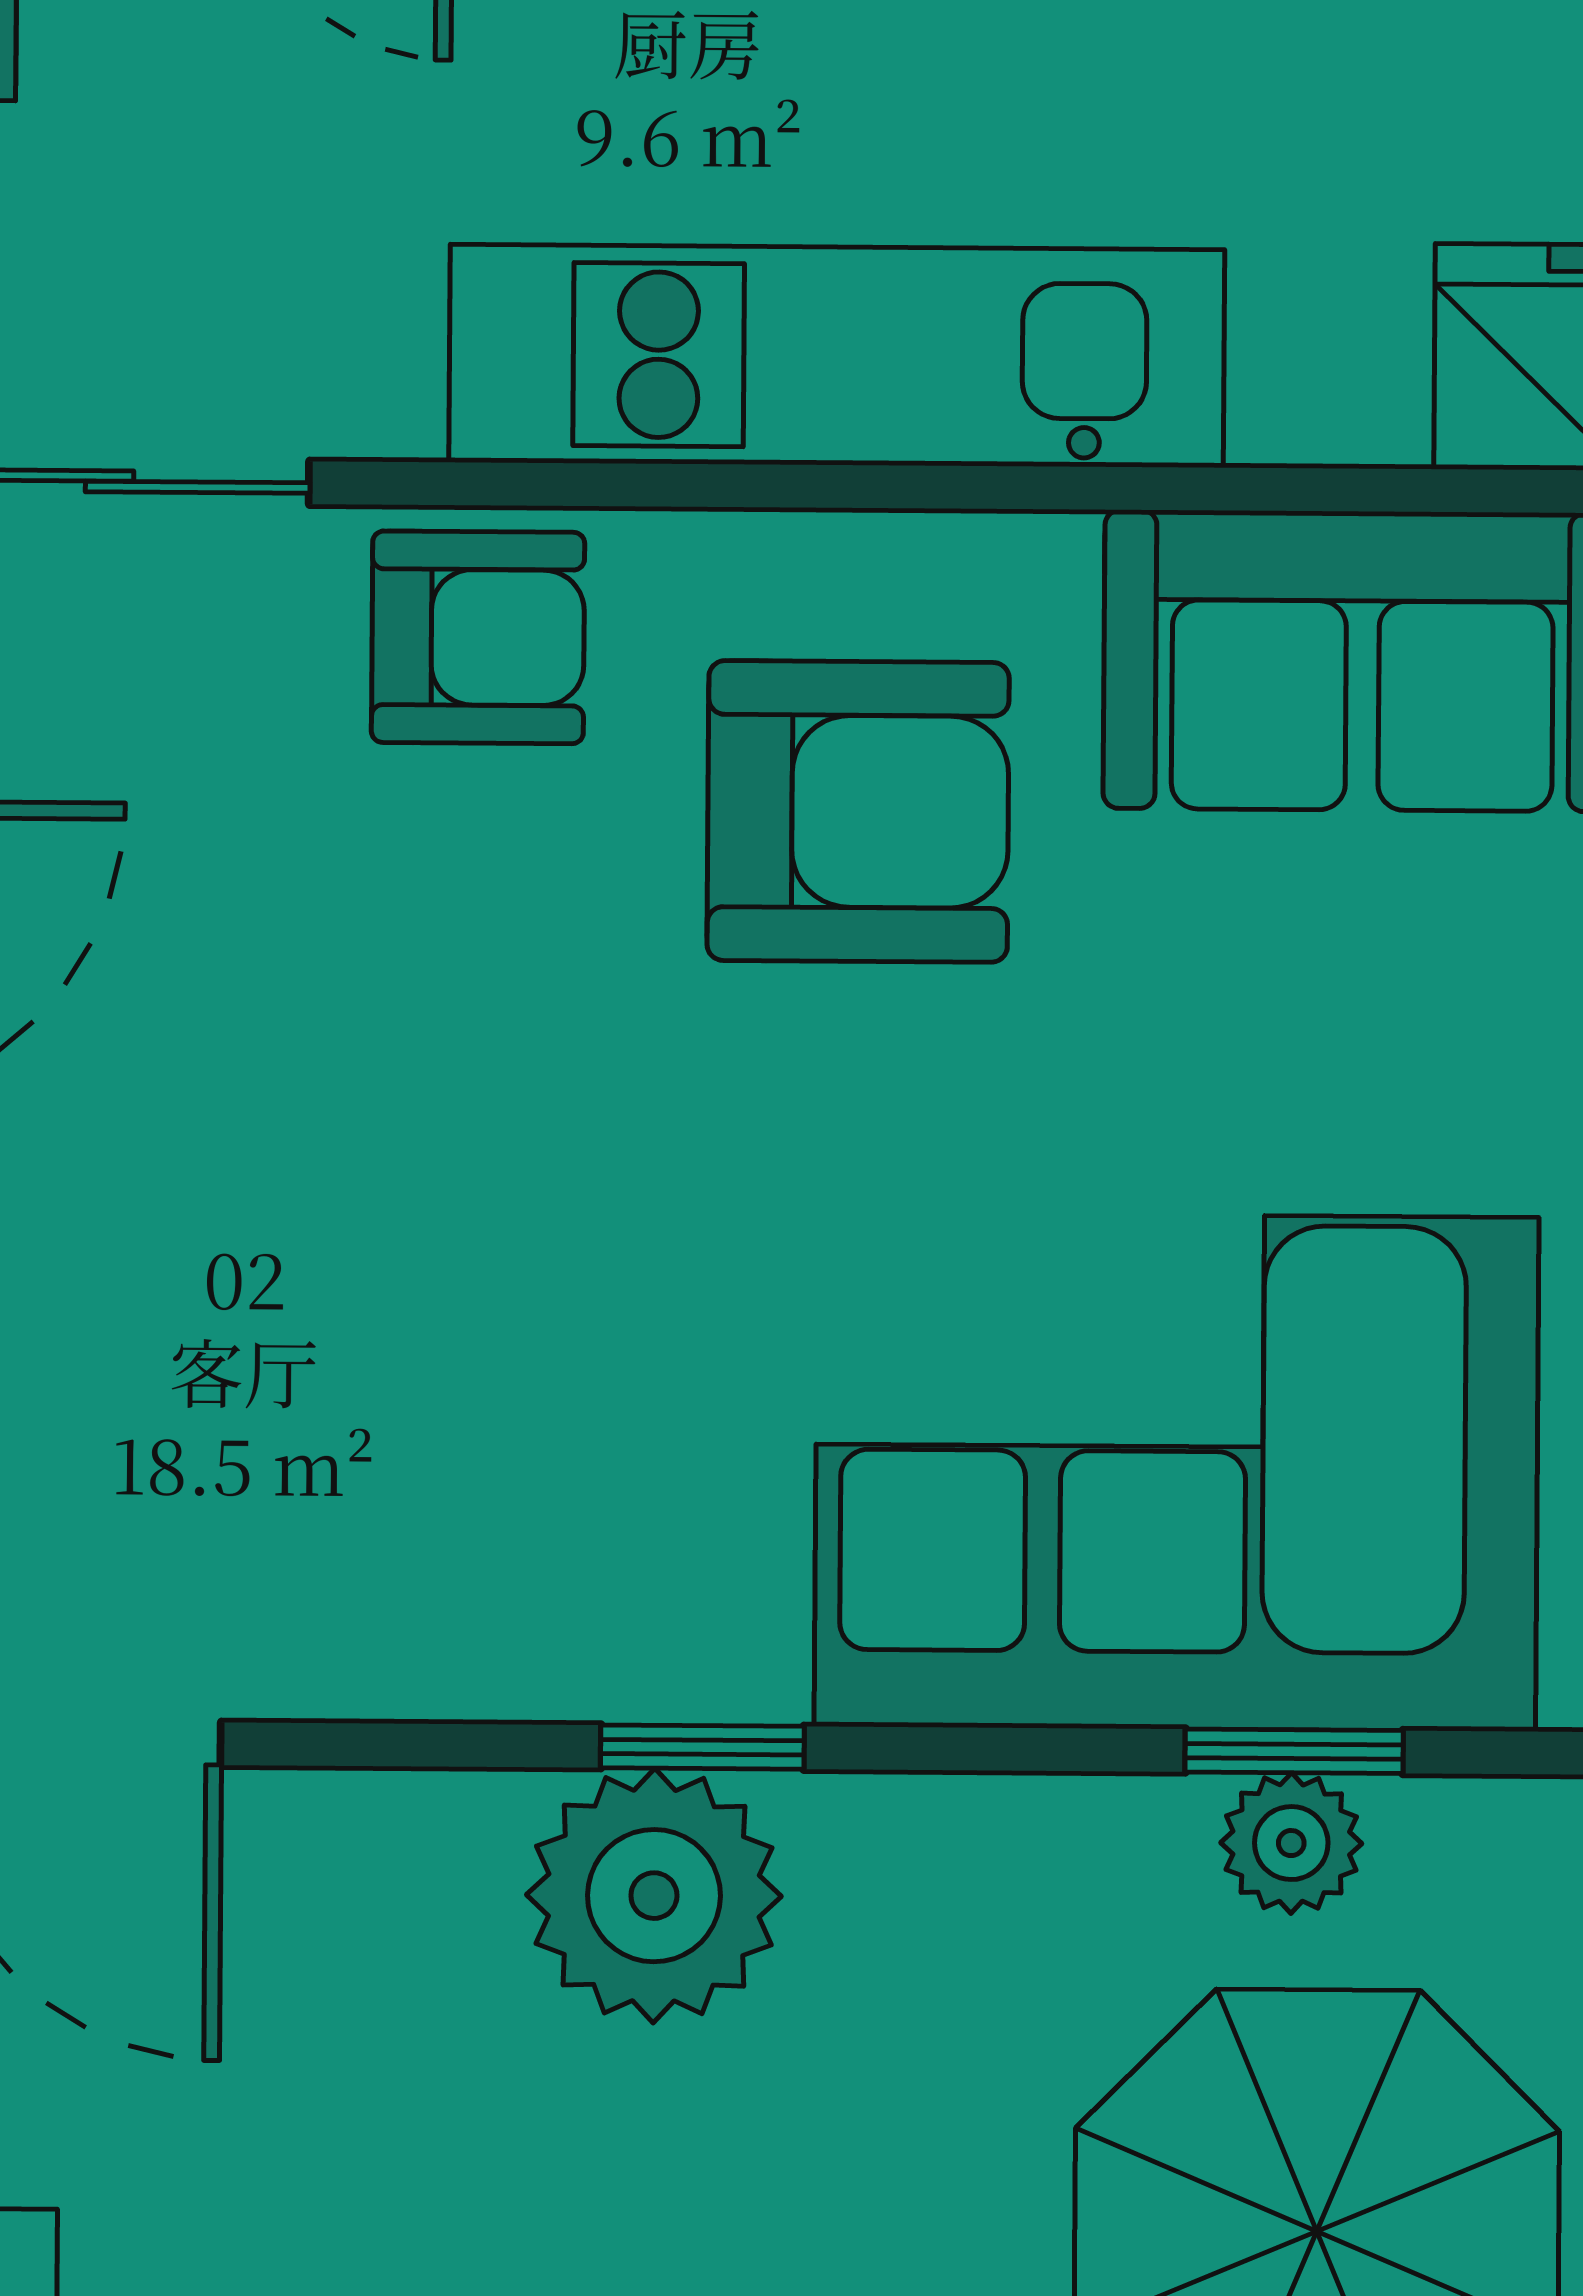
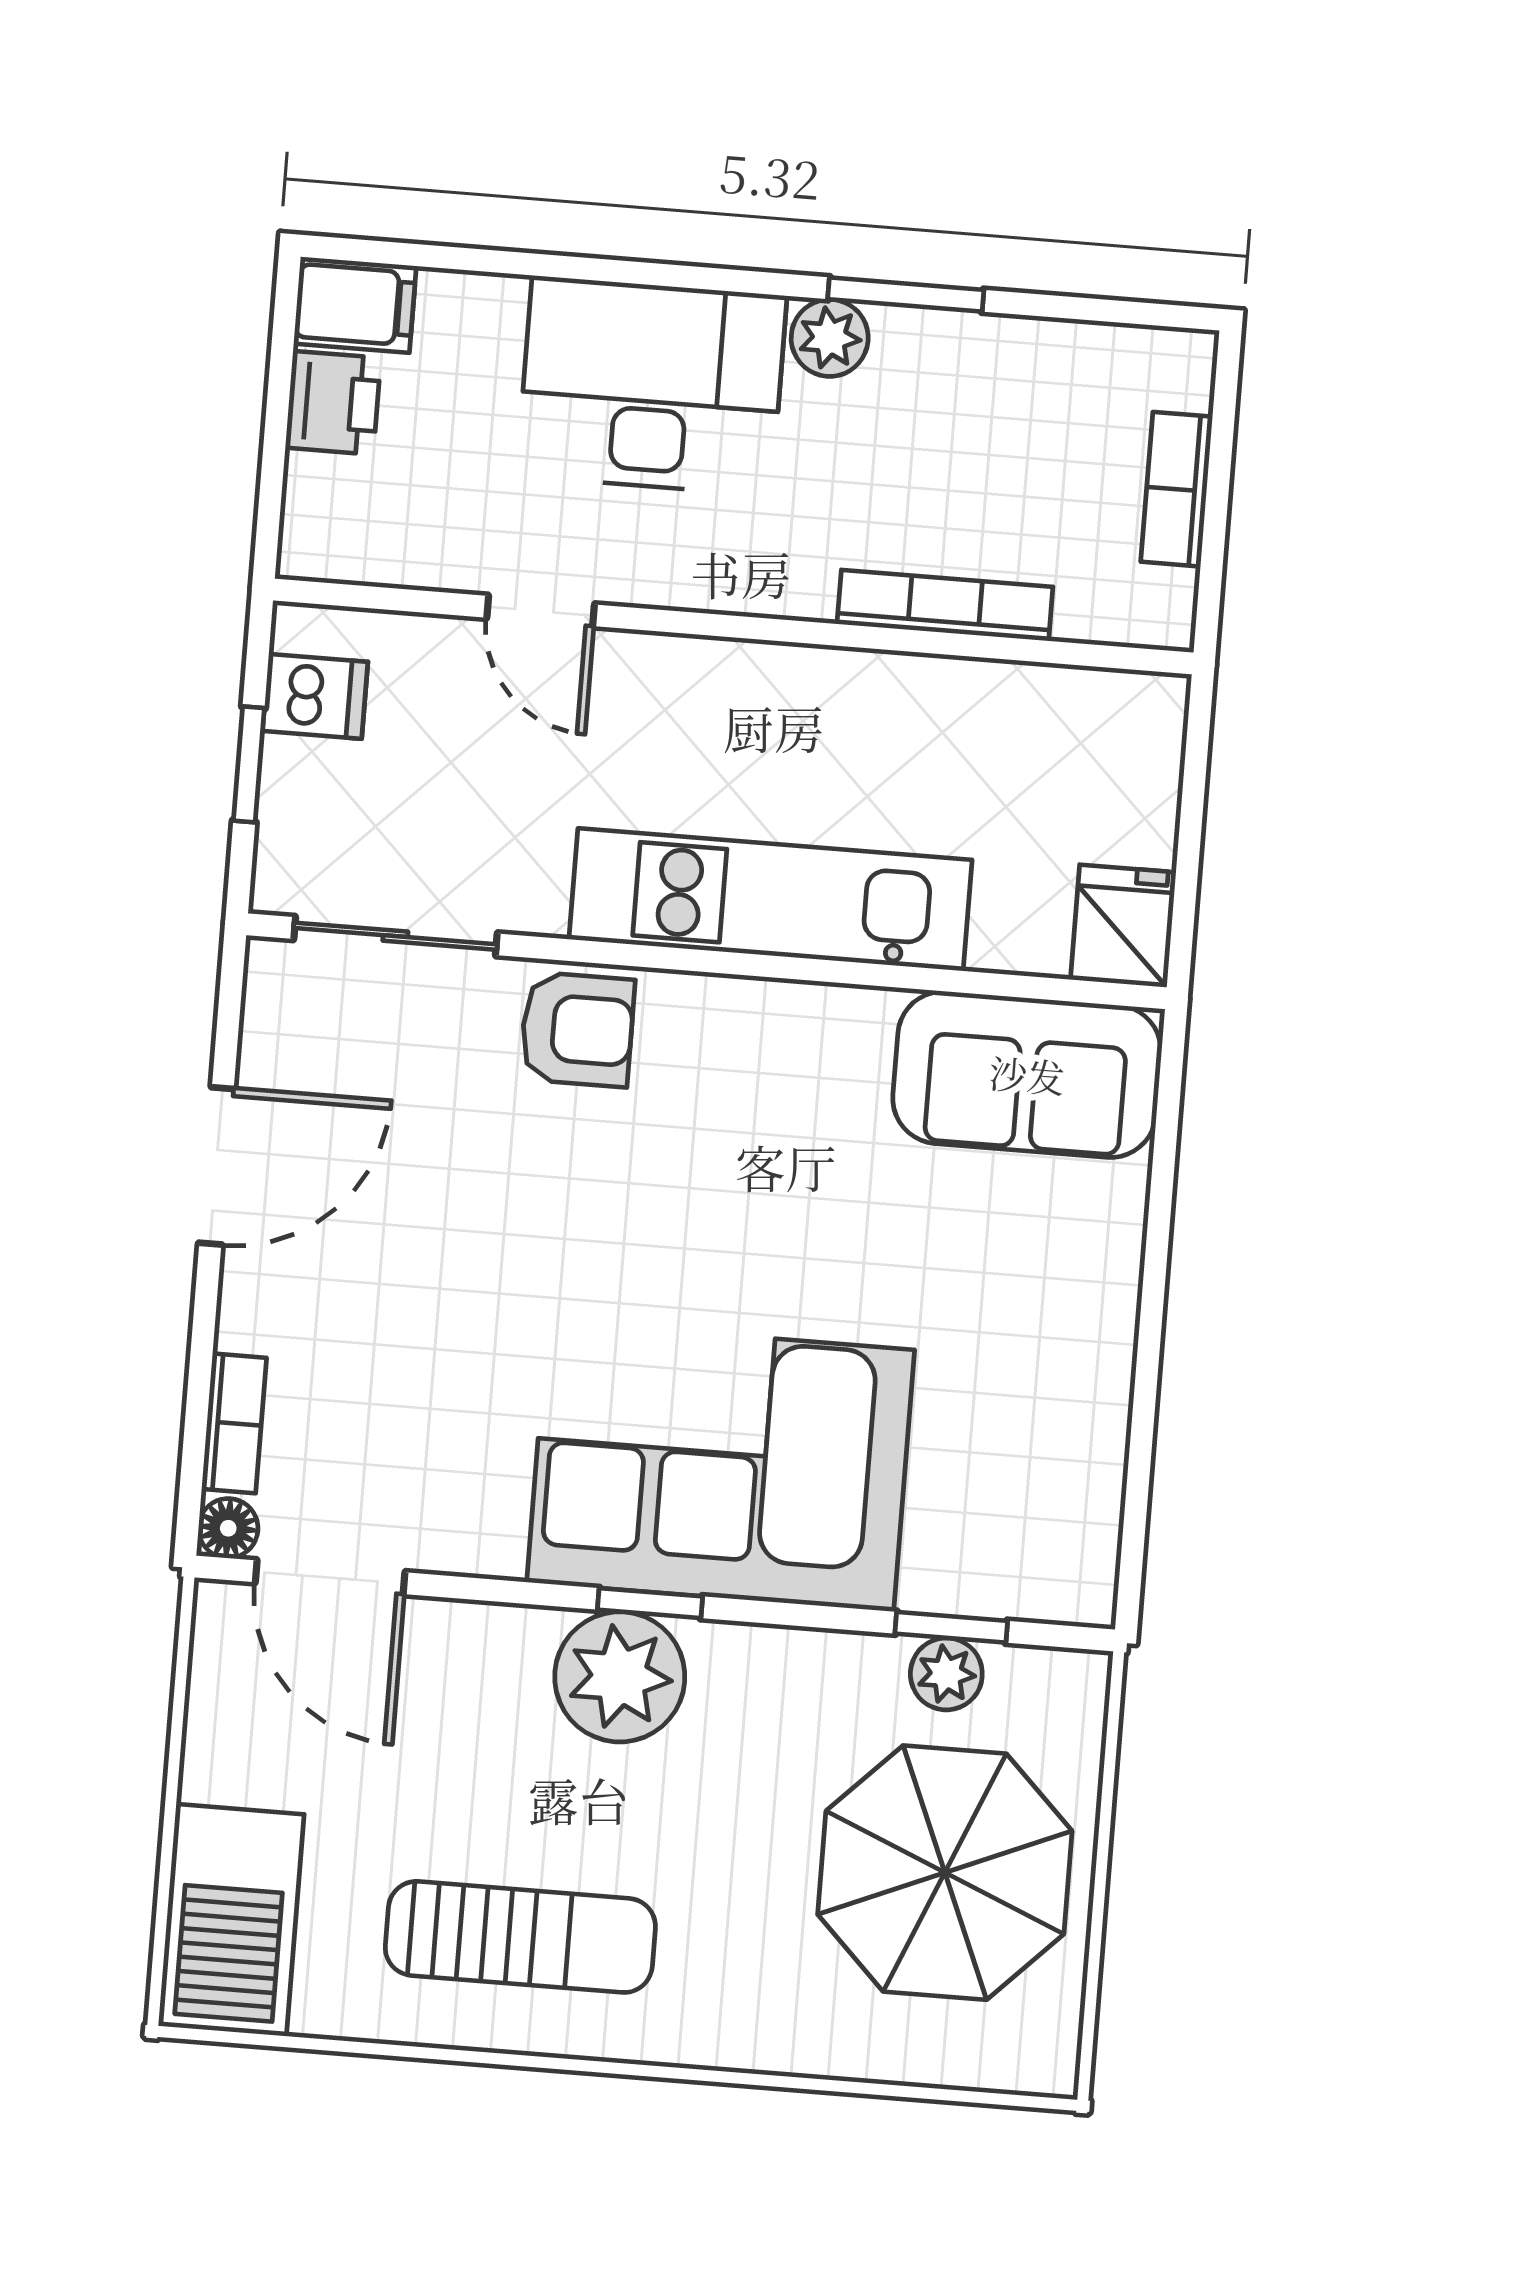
armchair: (858, 811) -> (764, 1132), removed
corner sofa: (1177, 1472) -> (721, 1466), moved

